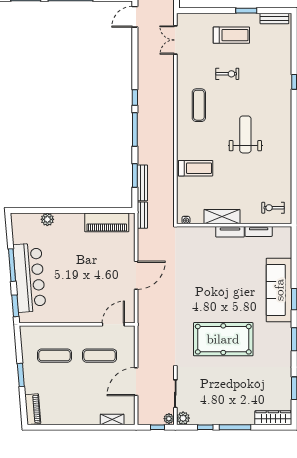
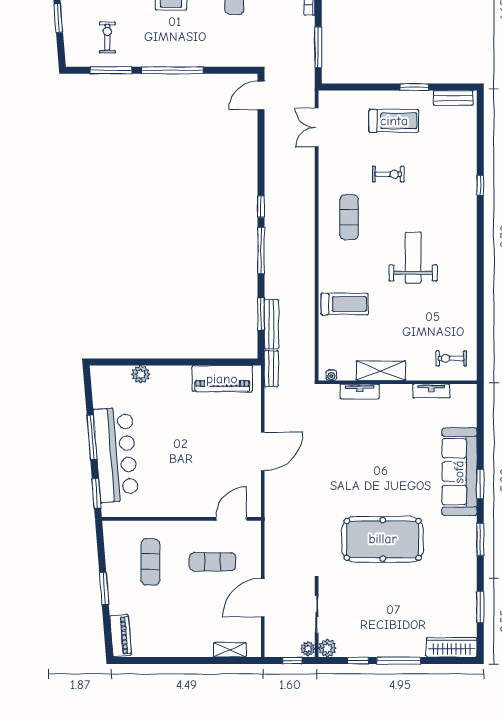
tv unit: (230, 232) -> (360, 391), moved
exercise mat: (54, 356) -> (150, 562), turned 90

